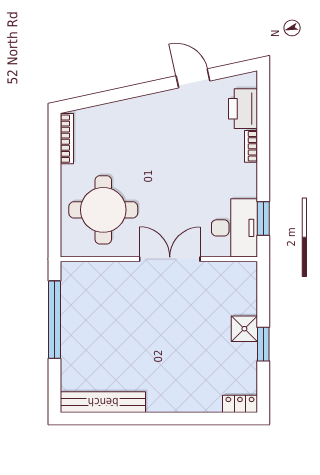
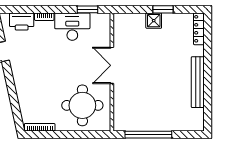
desk: (234, 228) -> (72, 27), moved
bench: (103, 402) -> (198, 82), moved
locker: (240, 404) -> (199, 29), width x1.53

